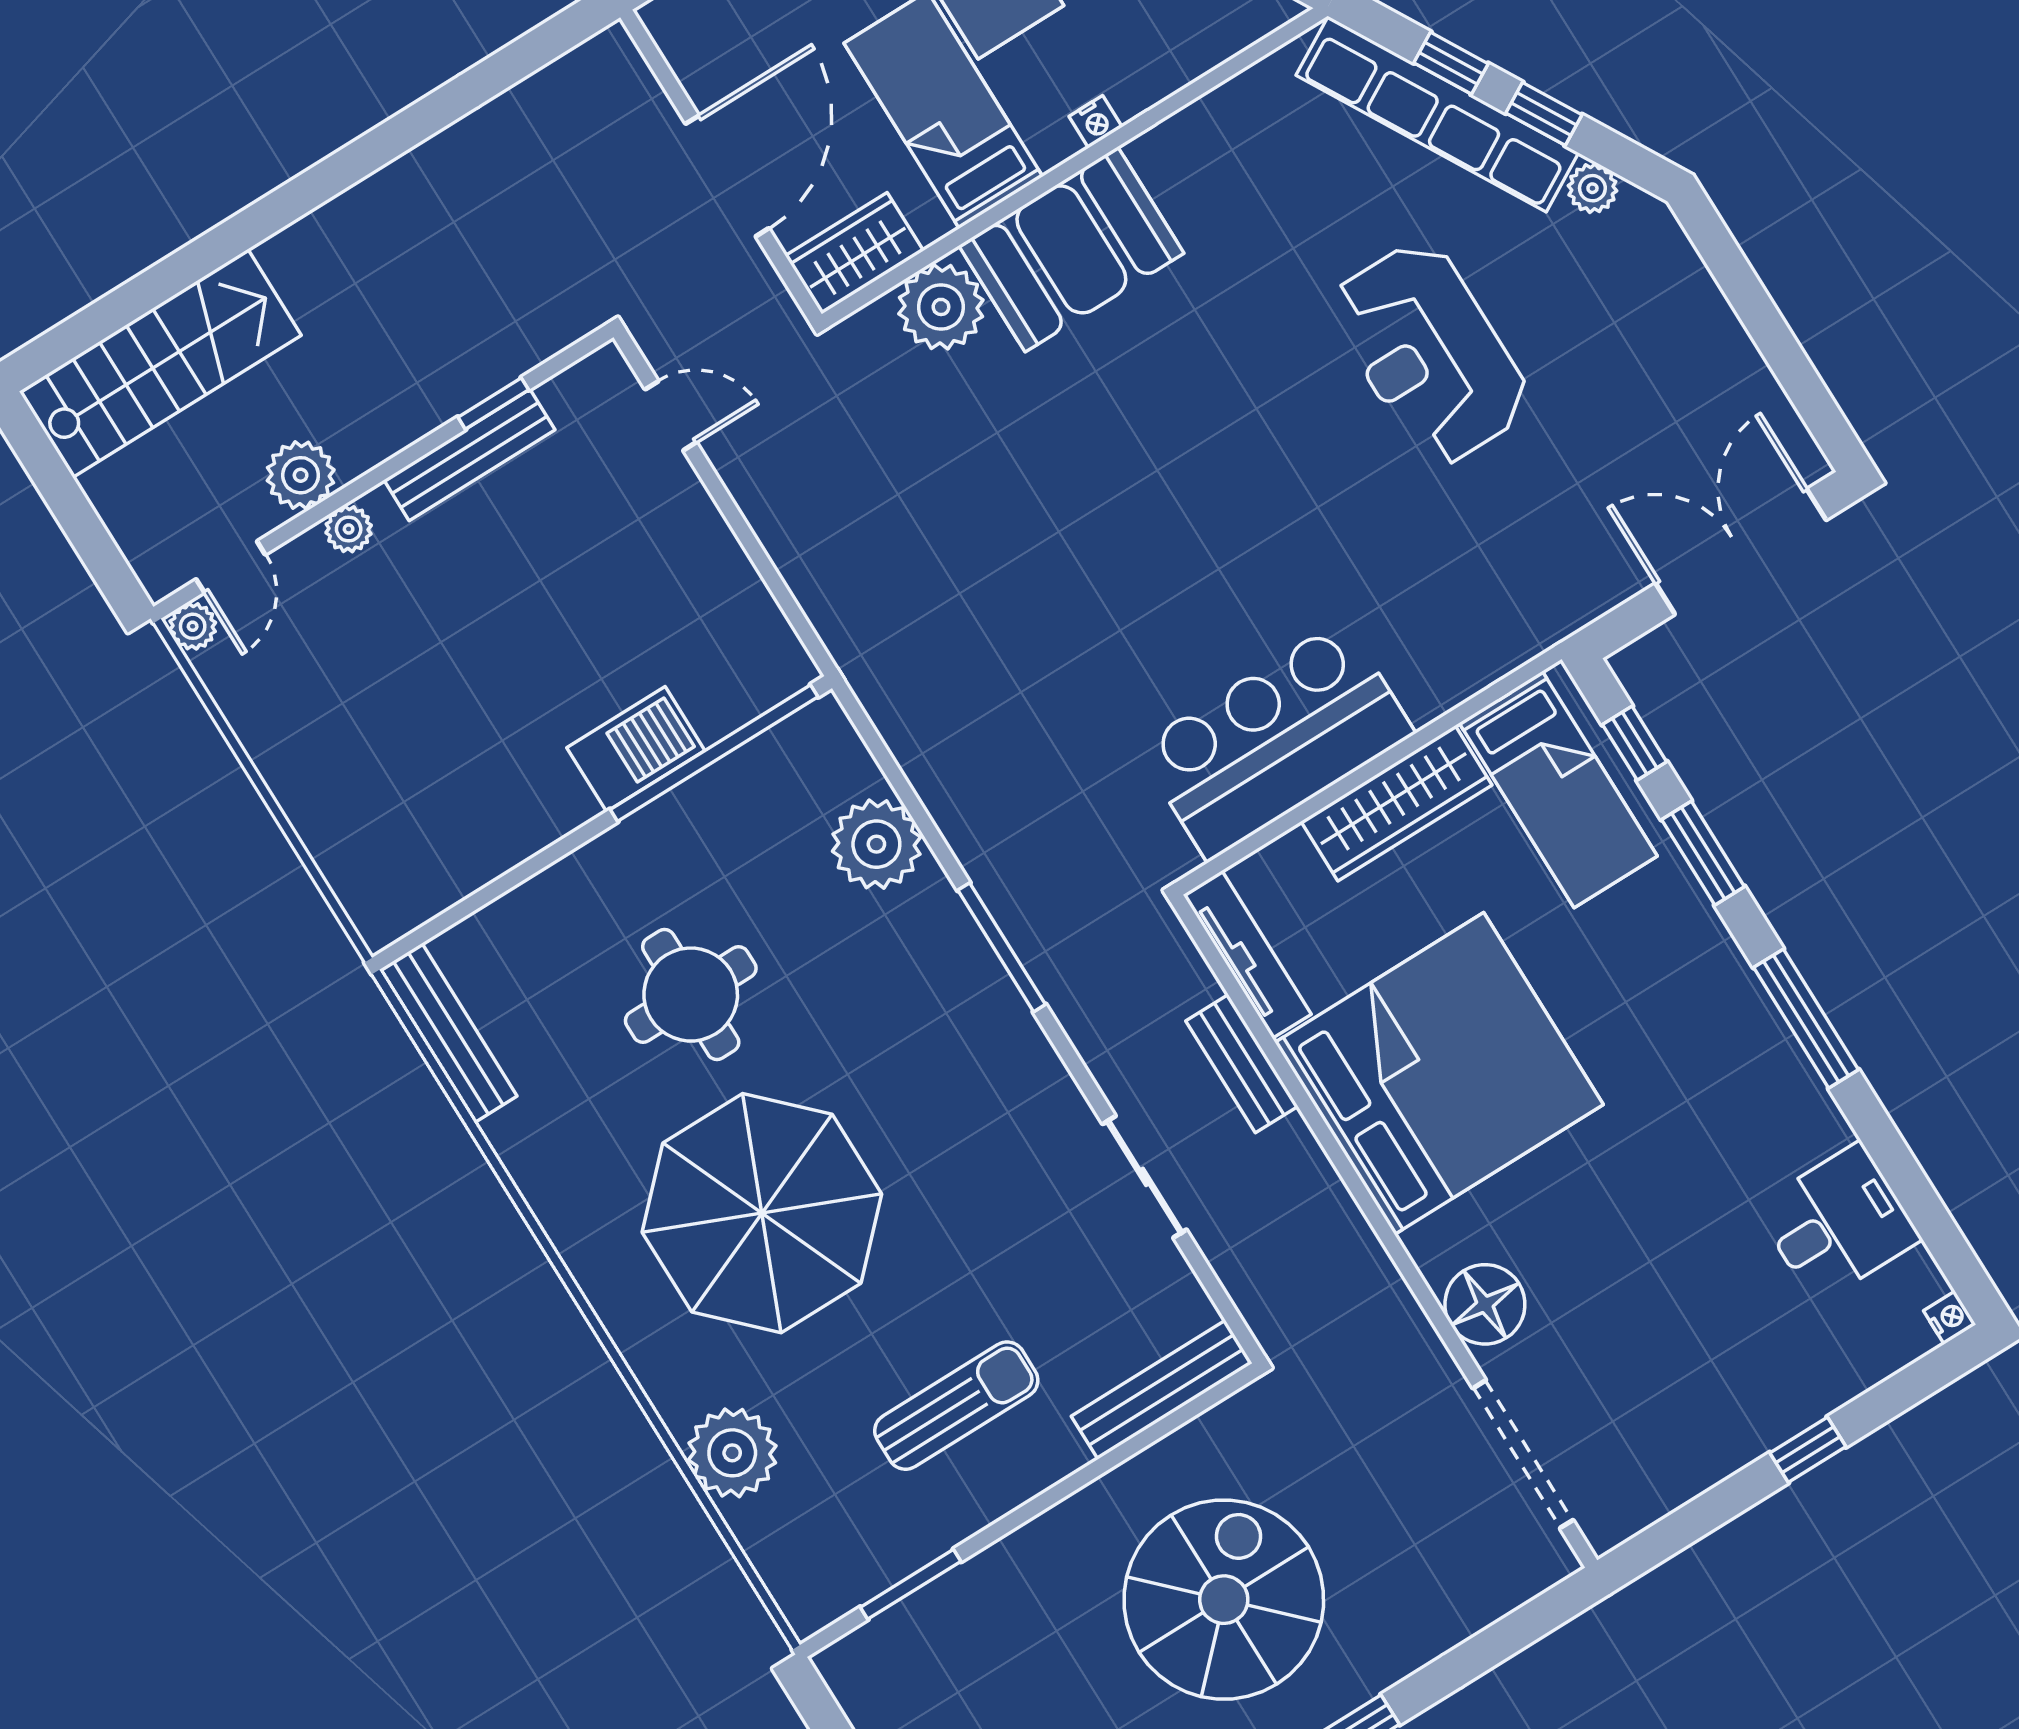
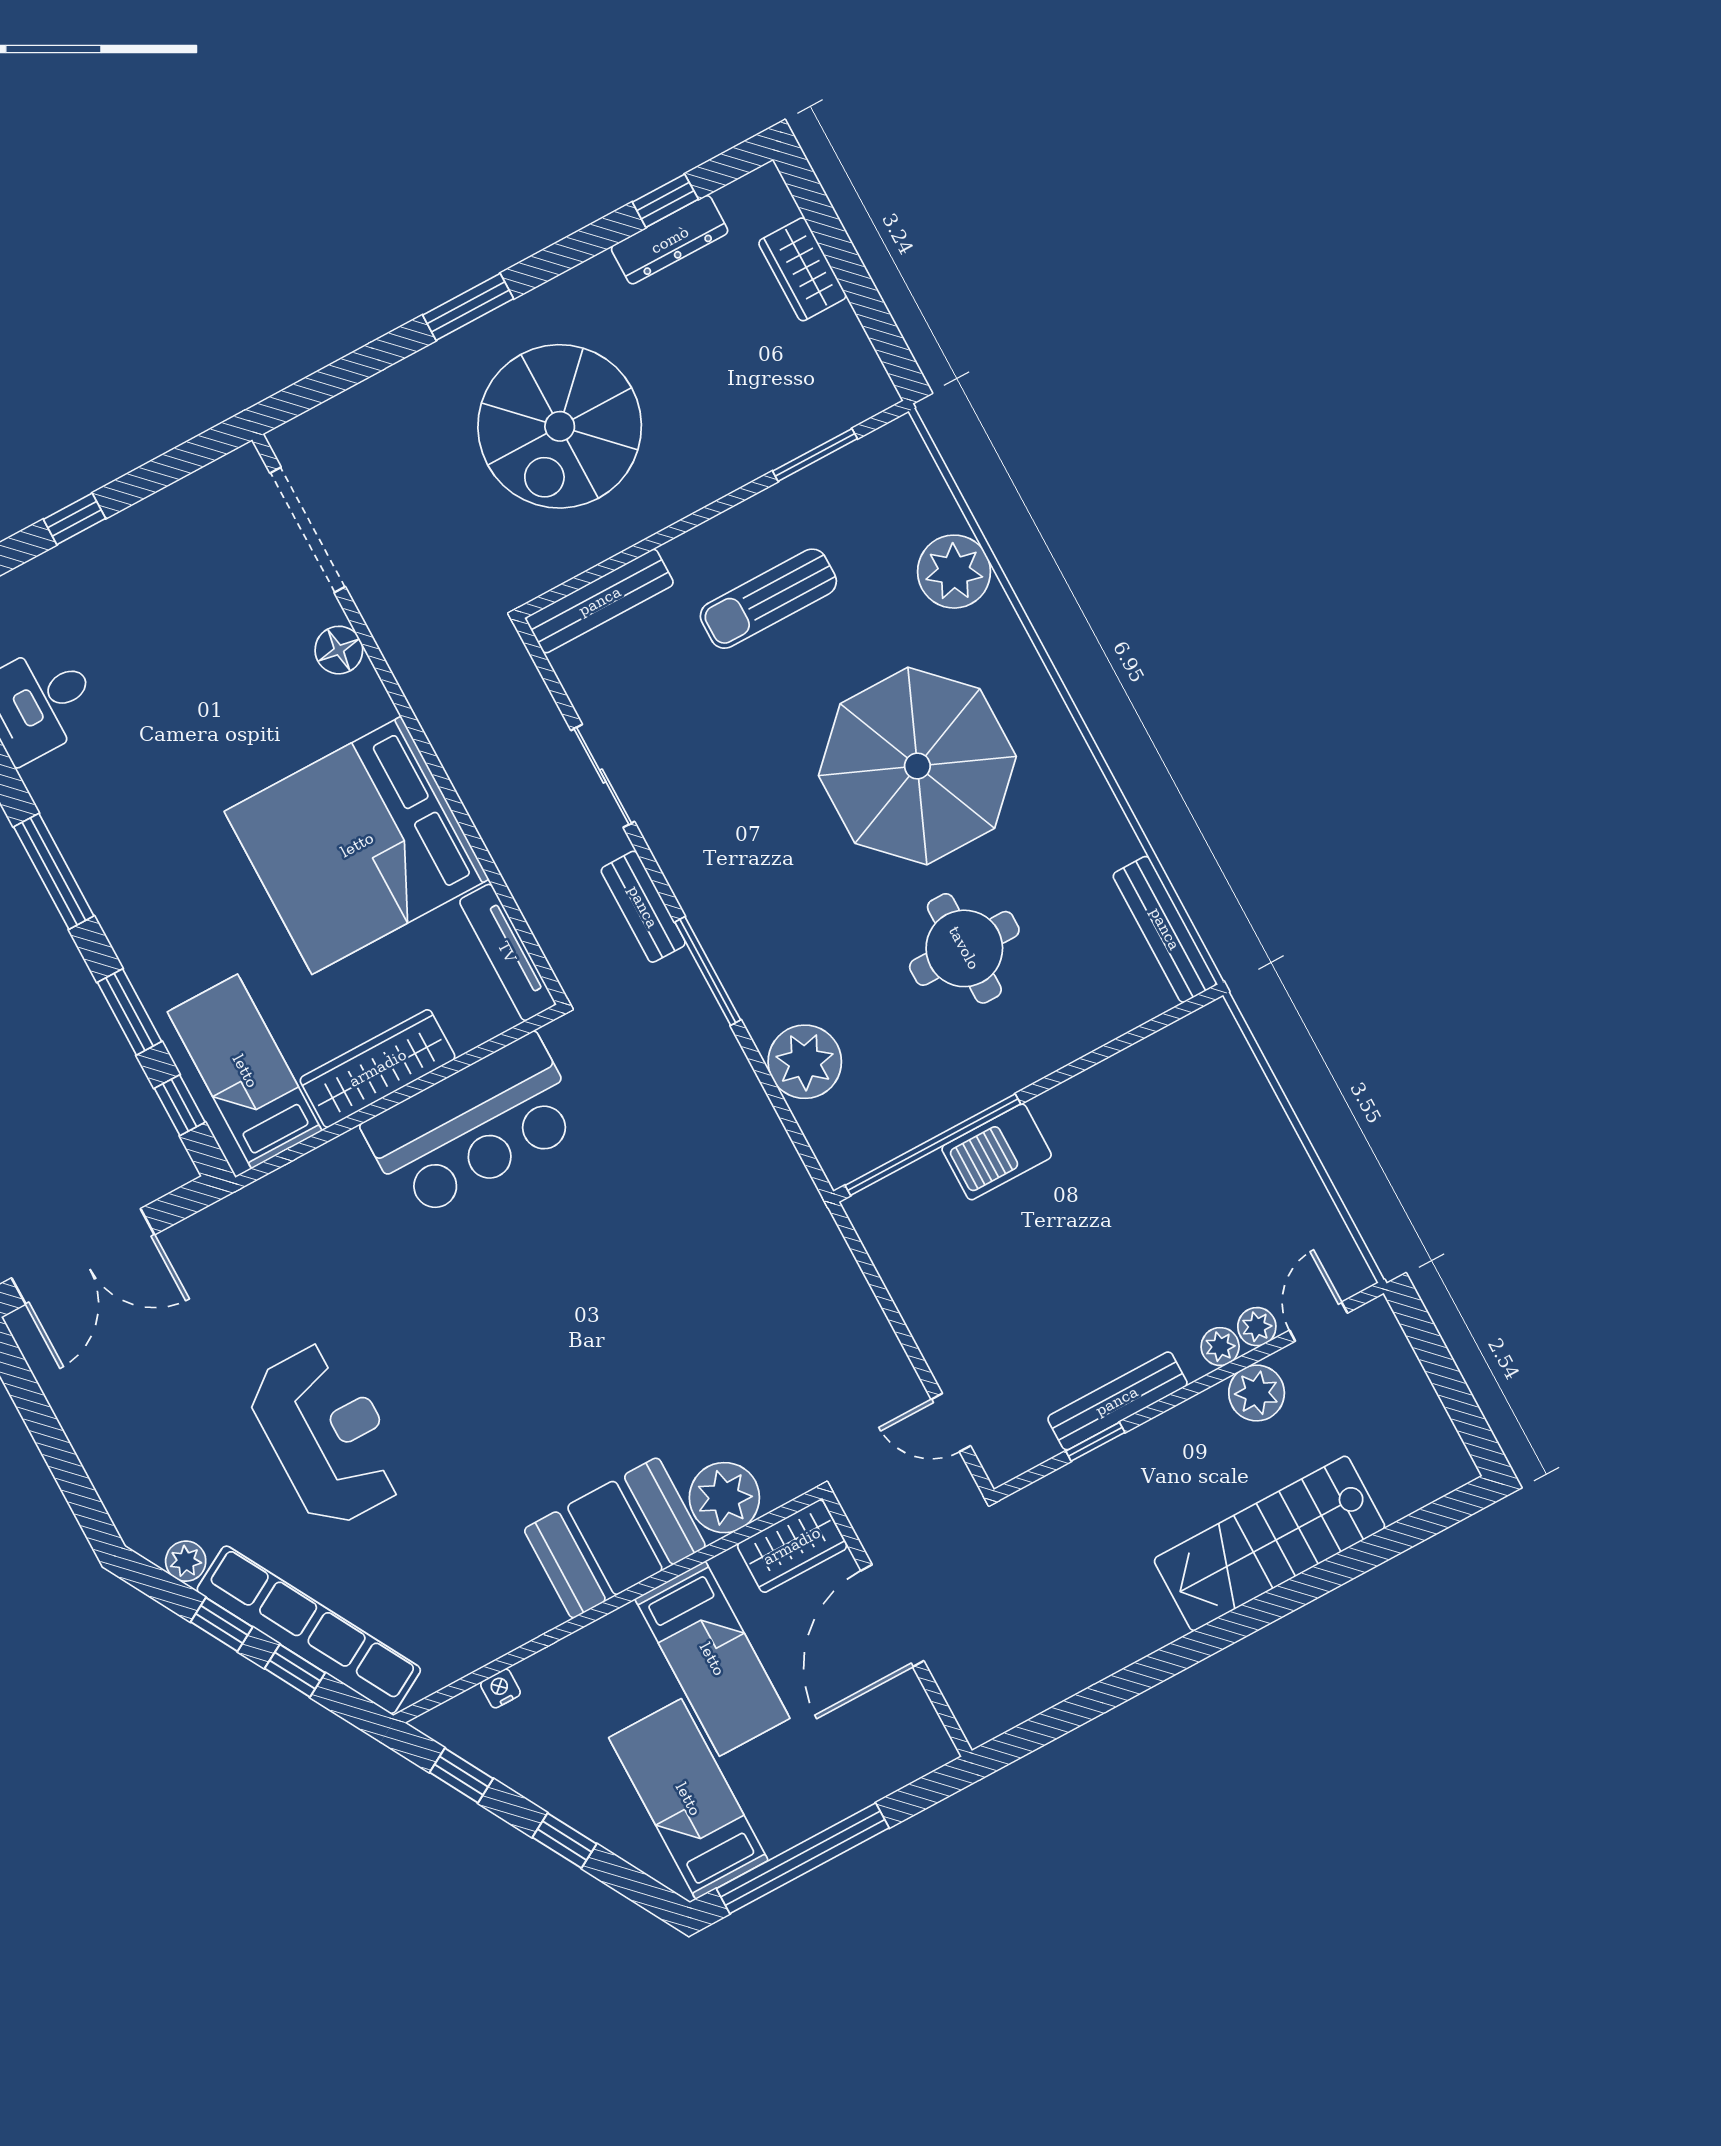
nightstand: (1096, 122) -> (500, 1688), moved
stairs: (160, 363) -> (1269, 1543), moved
plant: (193, 626) -> (1257, 1327), moved
bench: (1242, 1064) -> (643, 907), moved
floor lamp: (1485, 1304) -> (339, 650), width x0.73, depth x0.73

